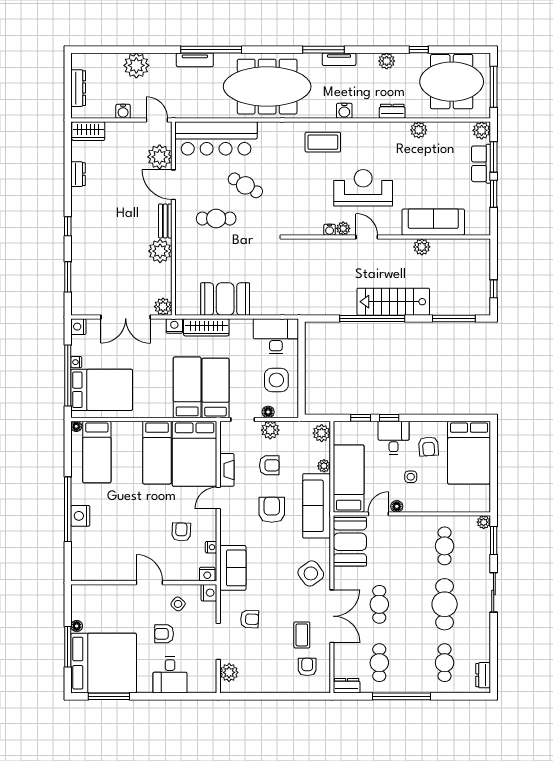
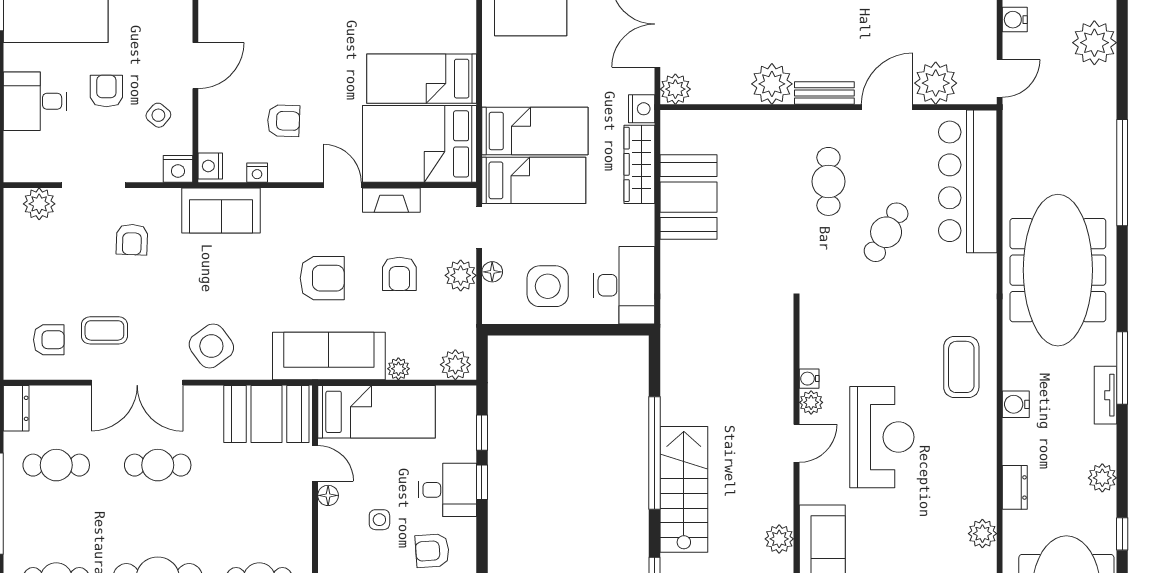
tv unit: (195, 60) -> (1104, 144), removed

